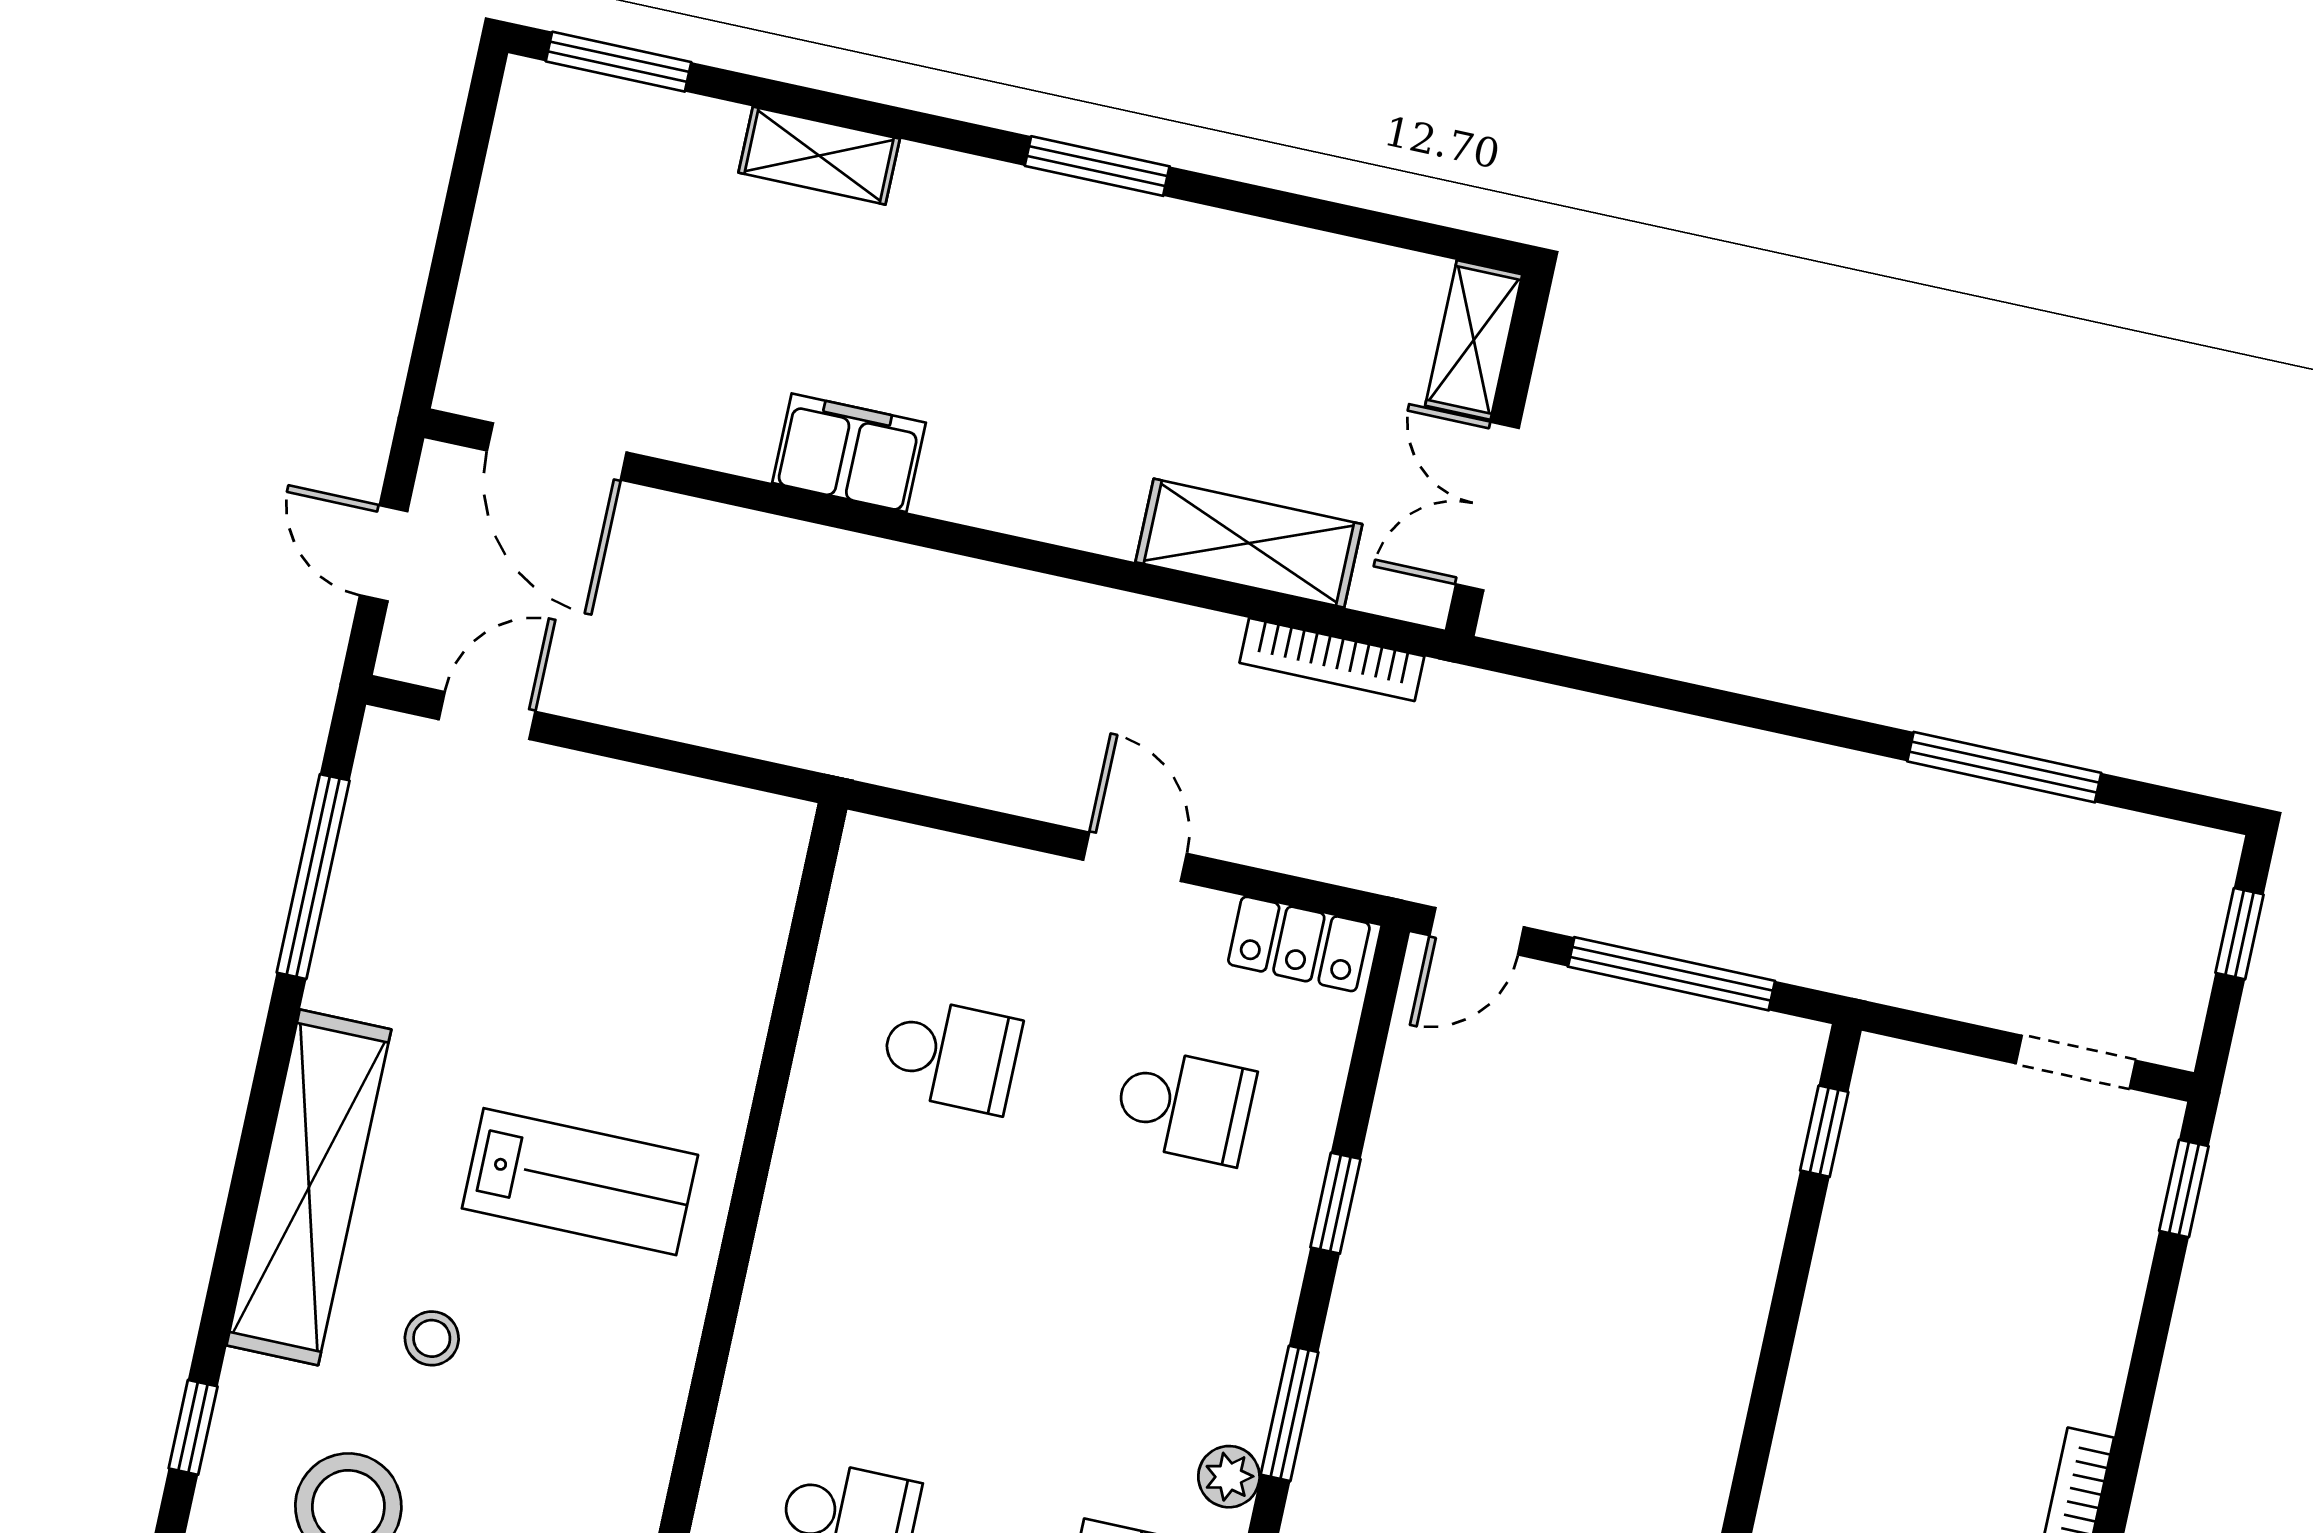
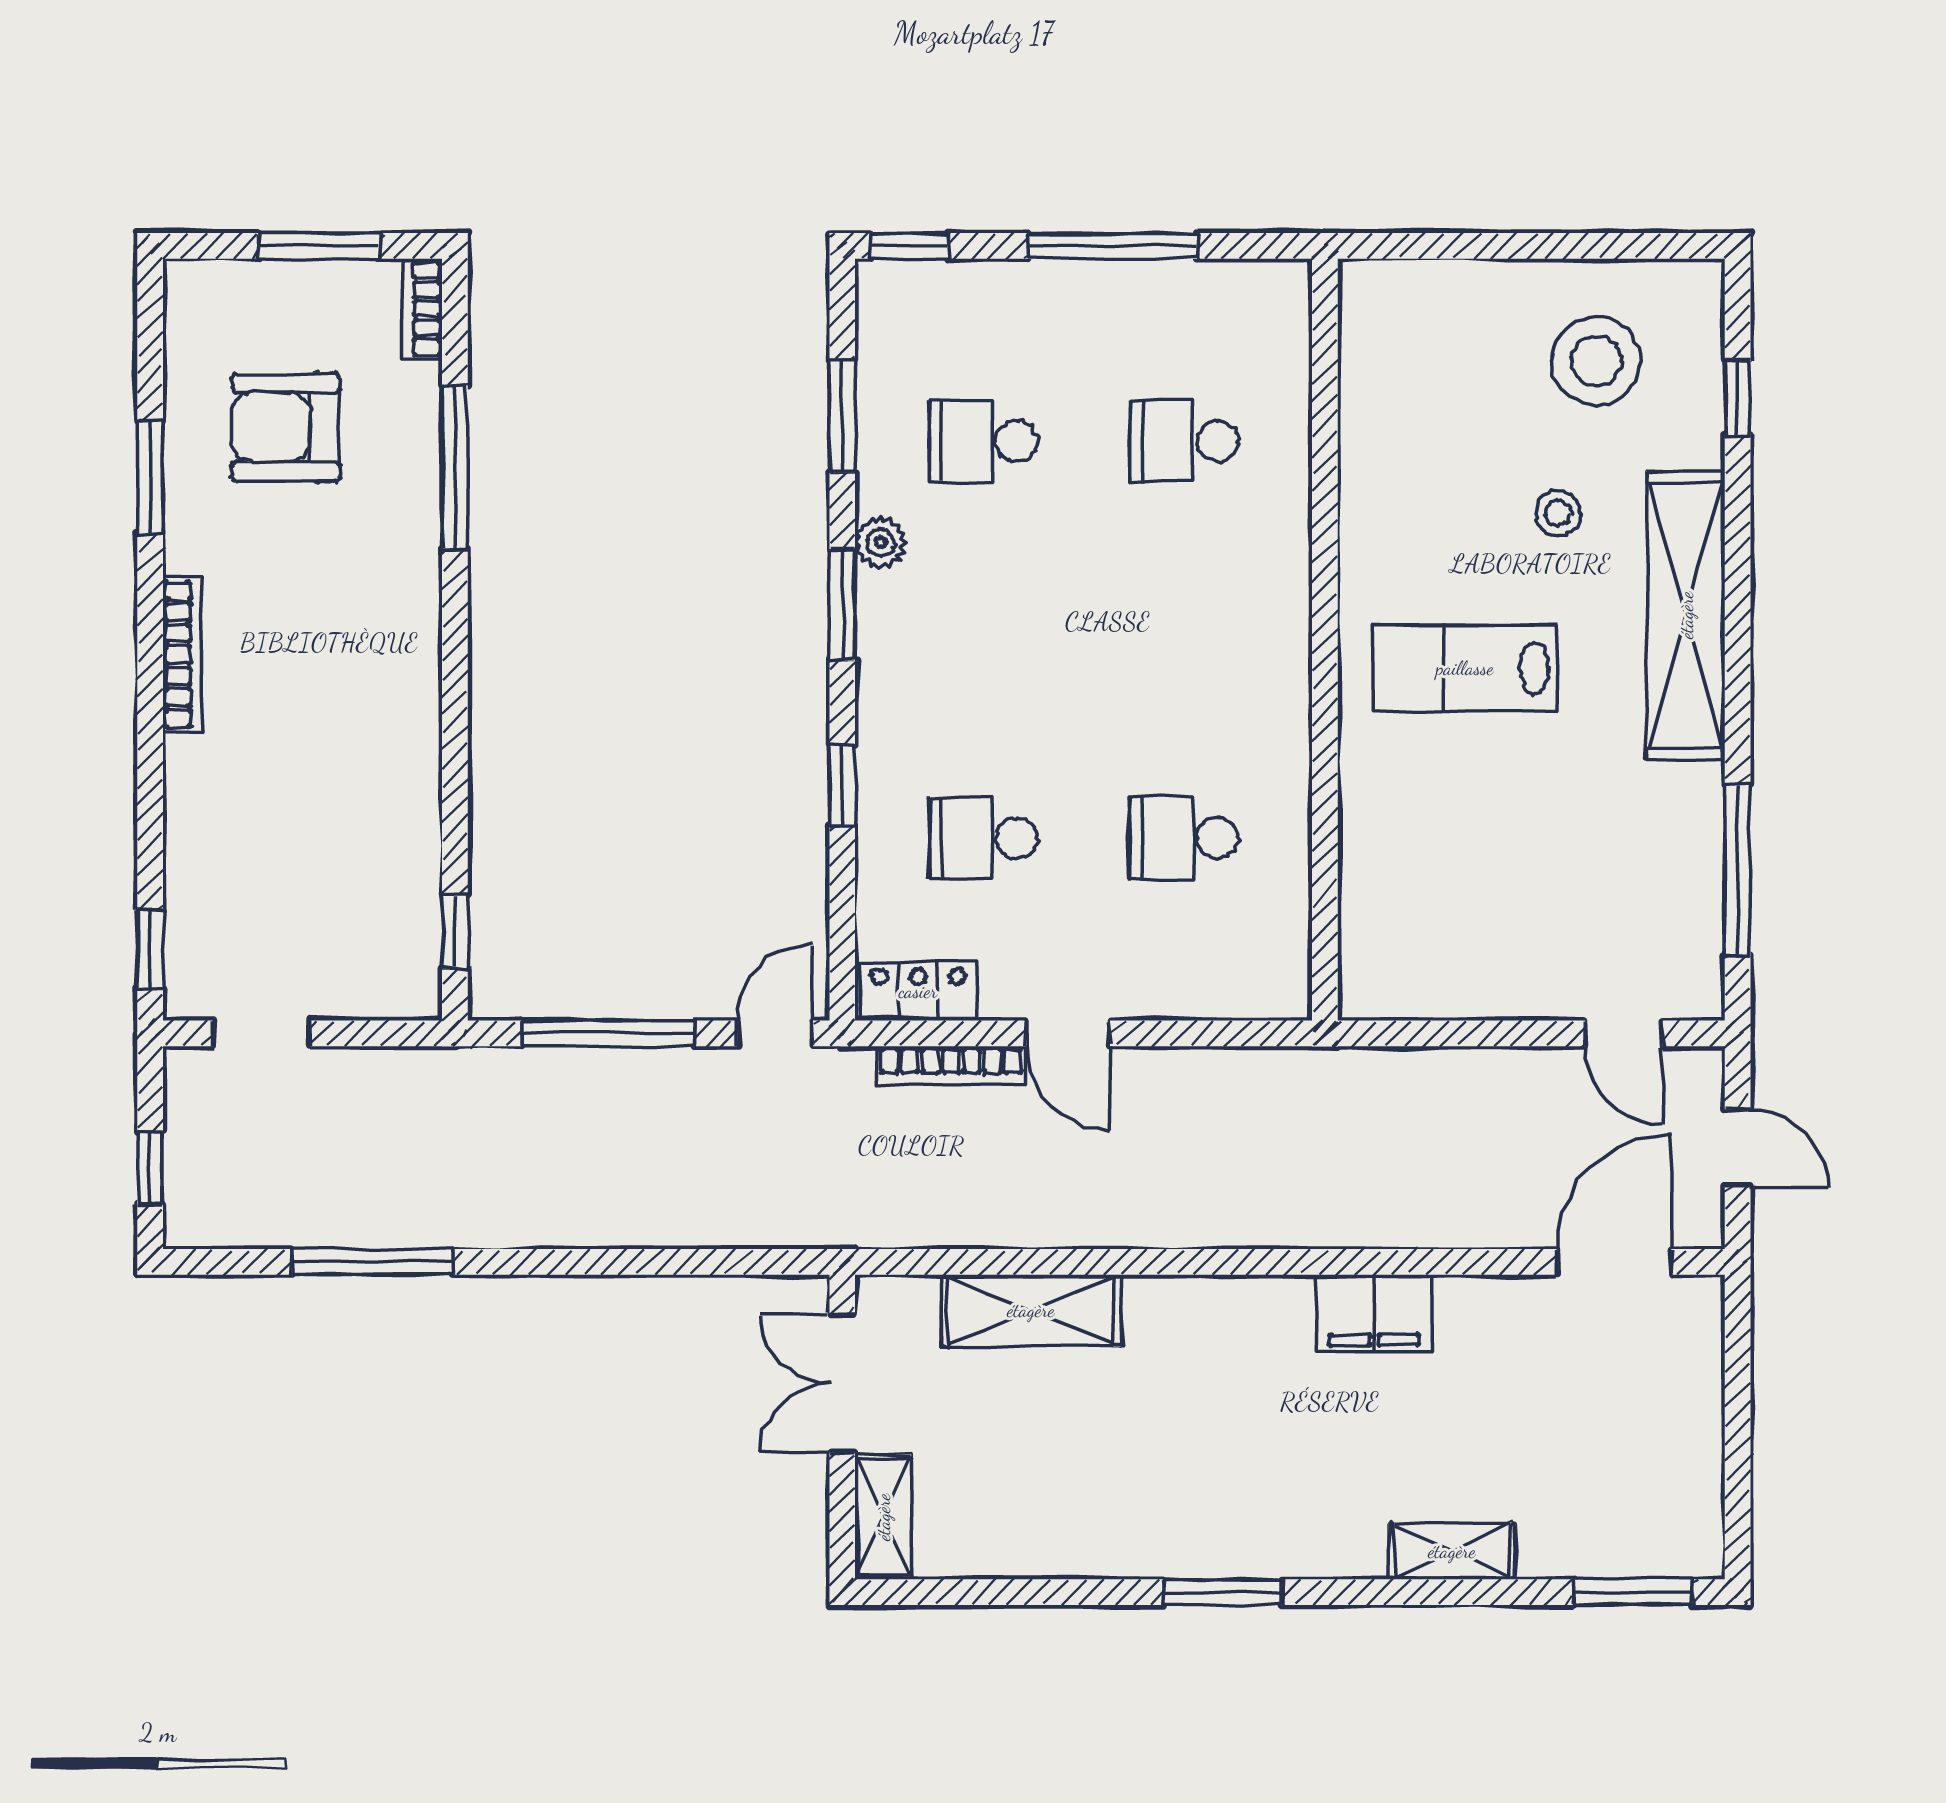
door: (557, 452) -> (1614, 1262), hinge flipped
double door: (1487, 506) -> (842, 1383), swing flipped
bookcase: (1332, 660) -> (951, 1065), moved, turned 180
door: (487, 716) -> (1624, 1033), hinge flipped

